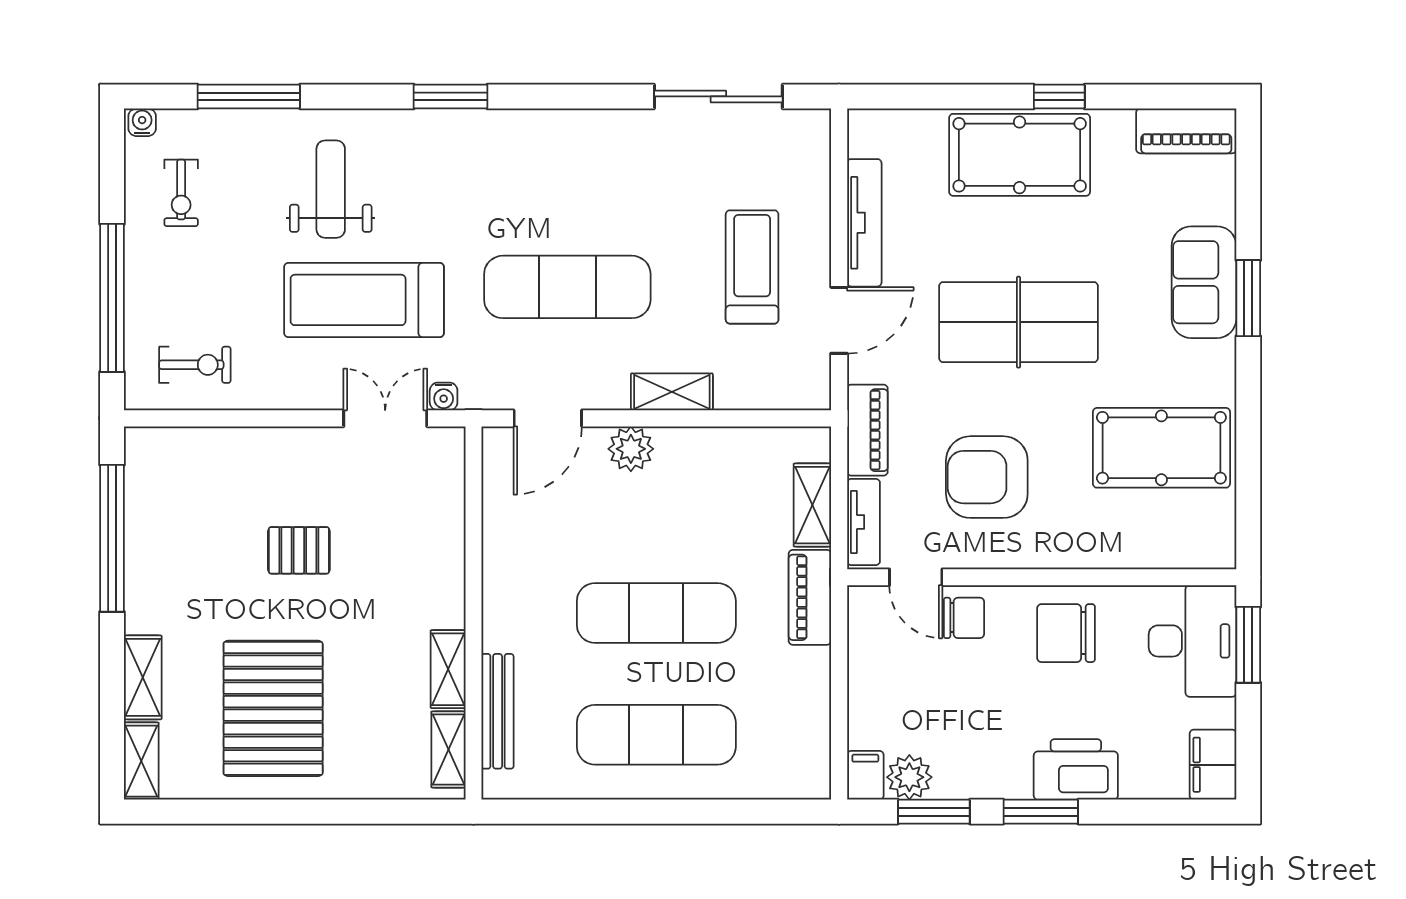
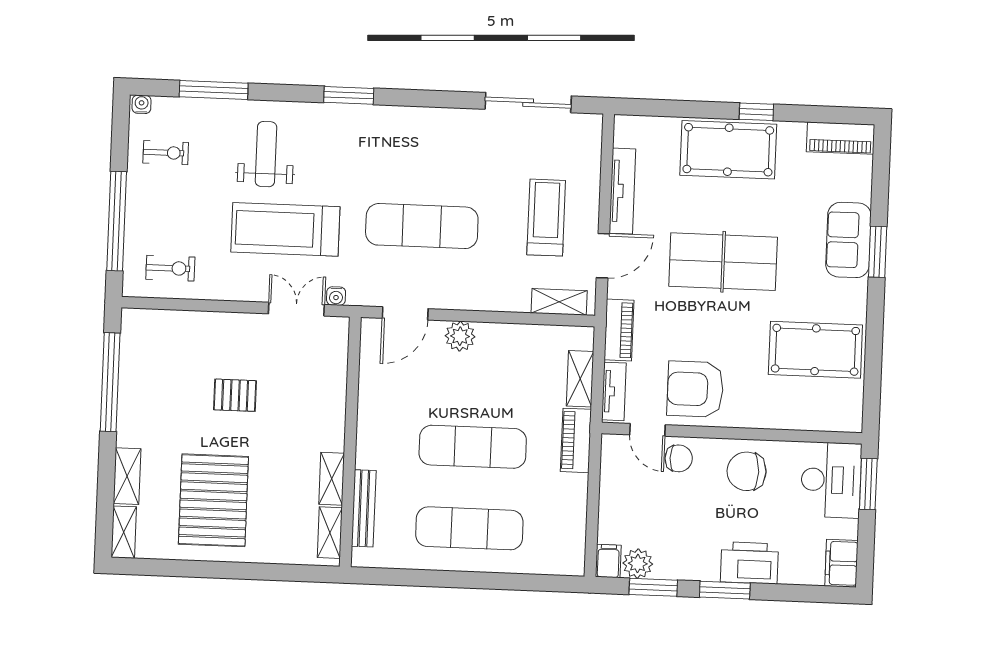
exercise bike: (181, 193) -> (166, 153), turned -90
shelving: (672, 392) -> (559, 302), moved
armchair: (987, 477) -> (695, 389), moved

